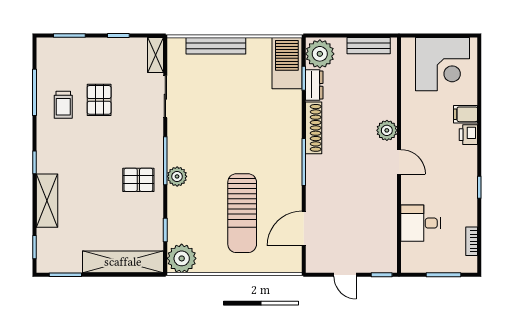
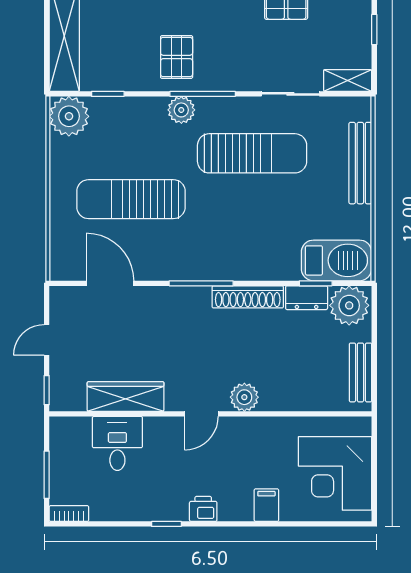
sun lounger: (209, 125) -> (252, 153), added
printer: (468, 135) -> (203, 509), moved
wardrobe: (386, 217) -> (126, 396), added
bookcase: (472, 241) -> (69, 513), moved

